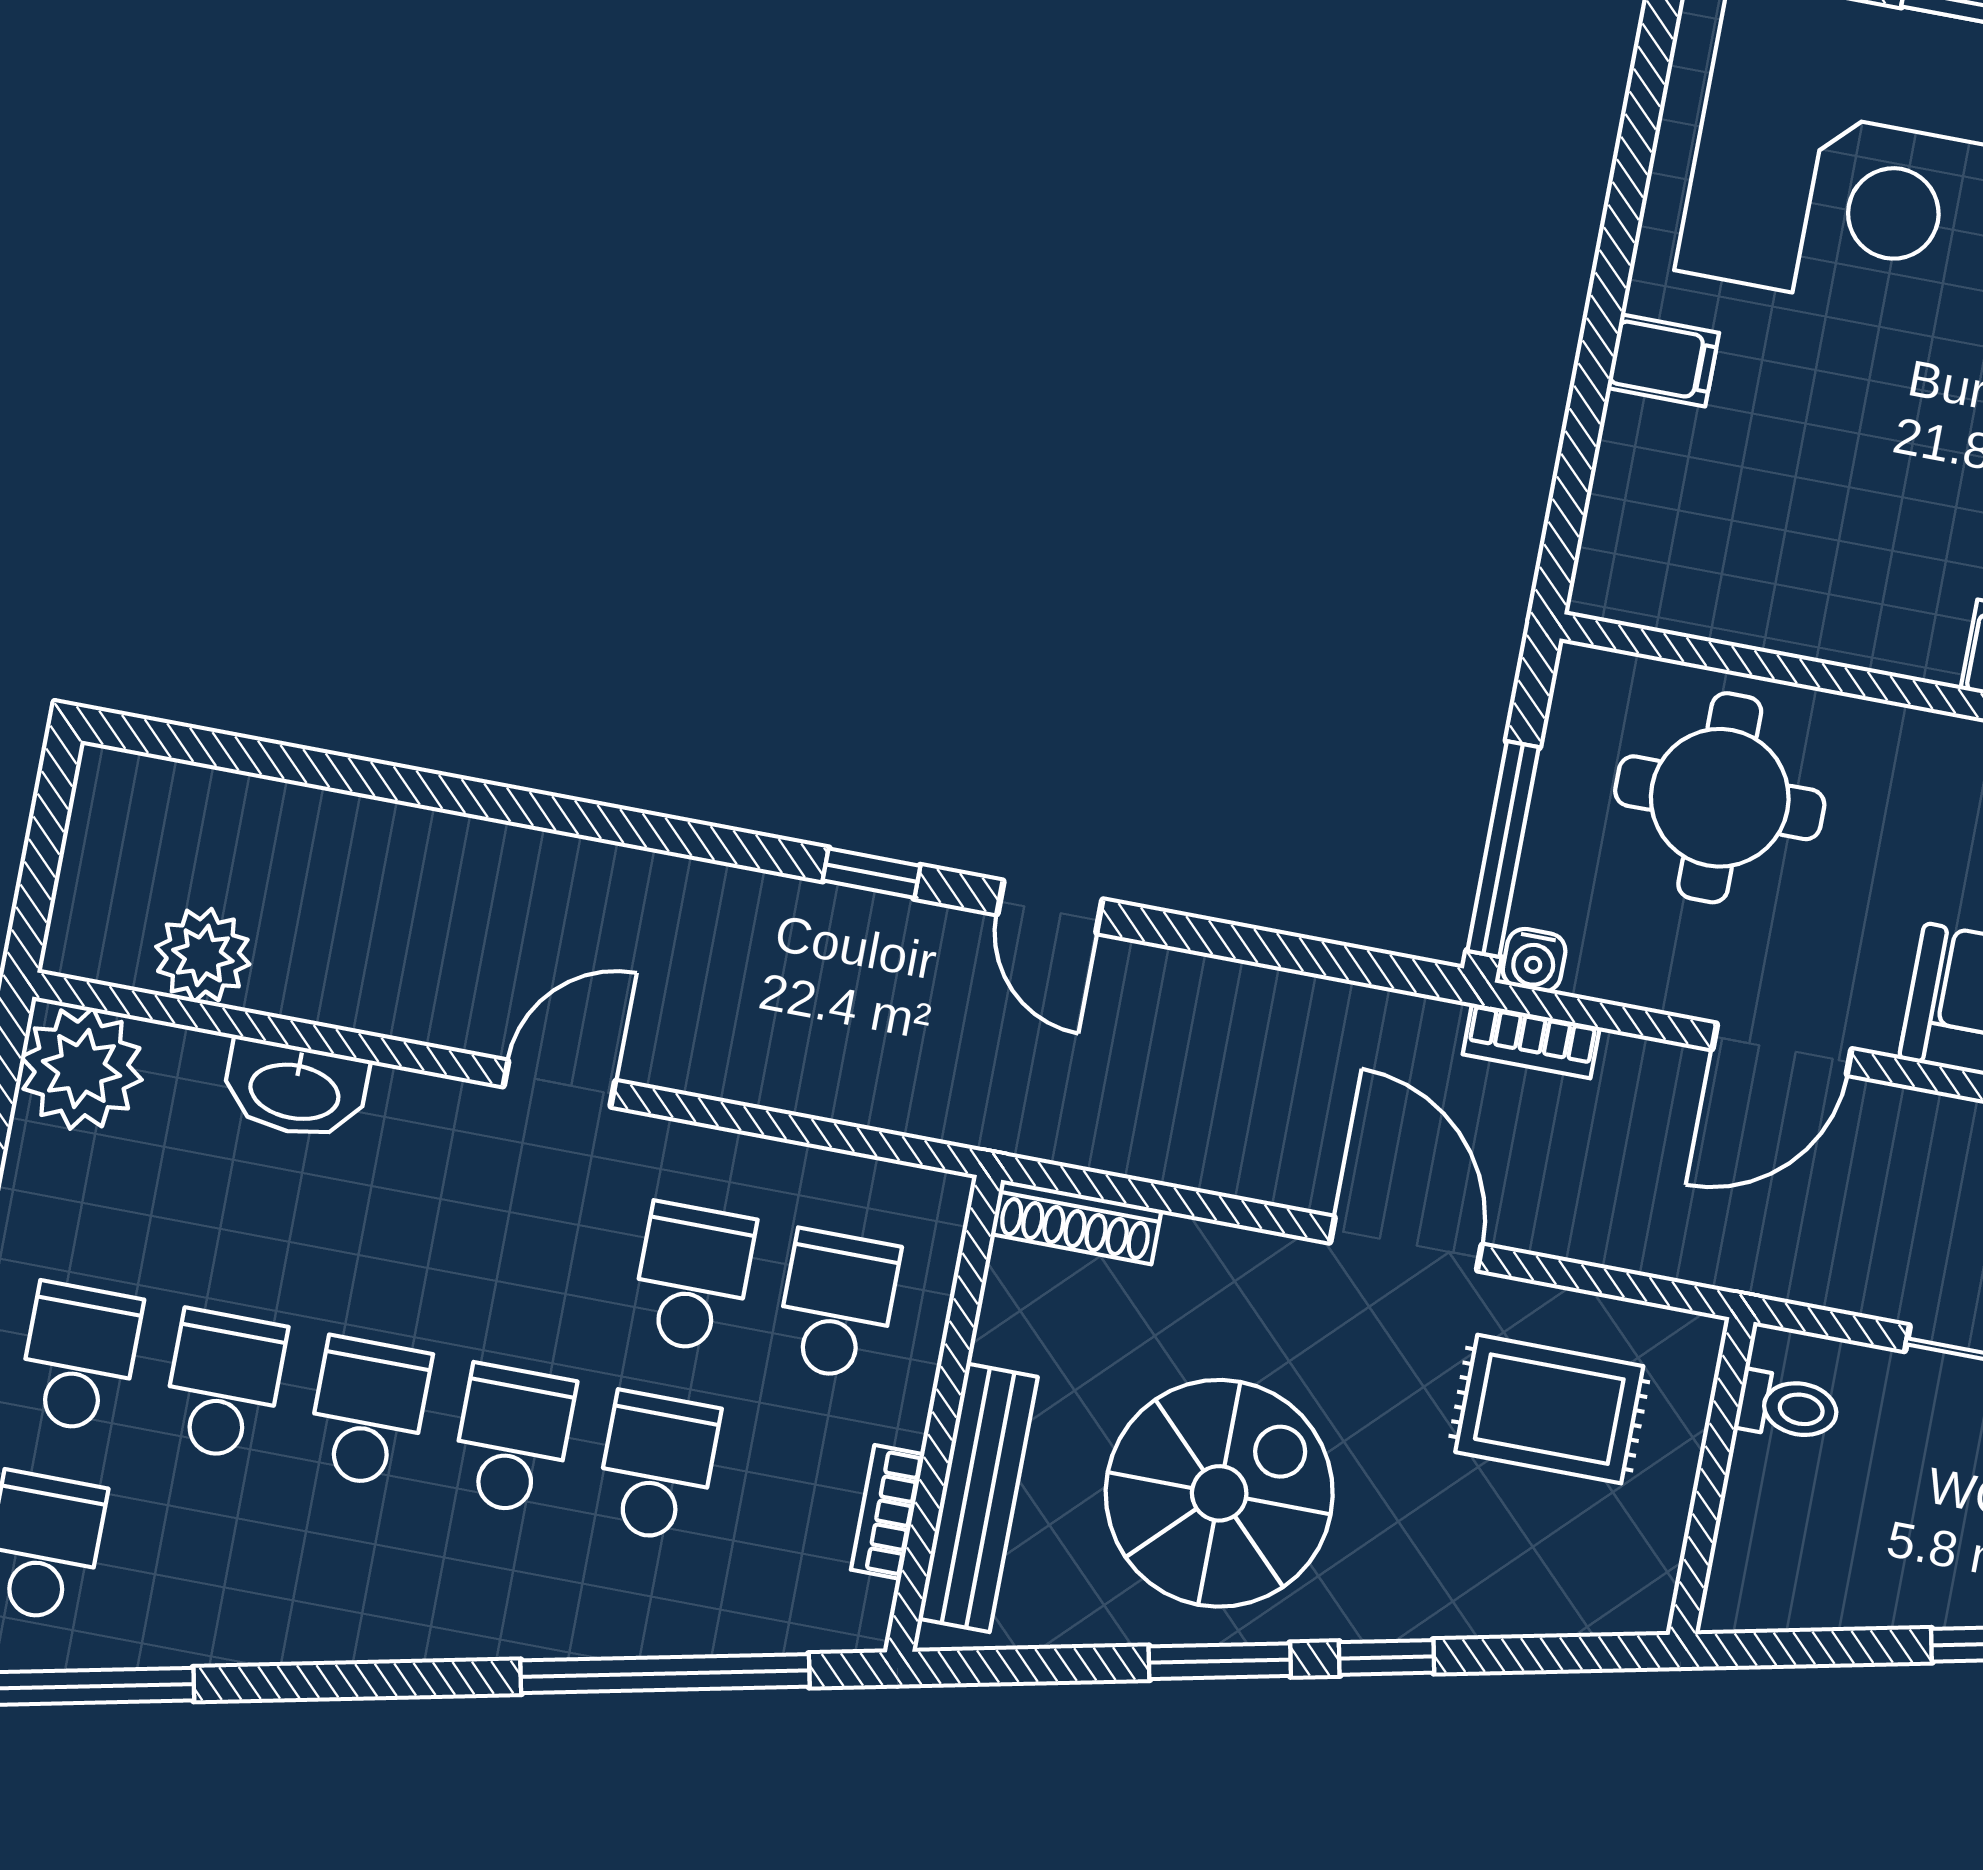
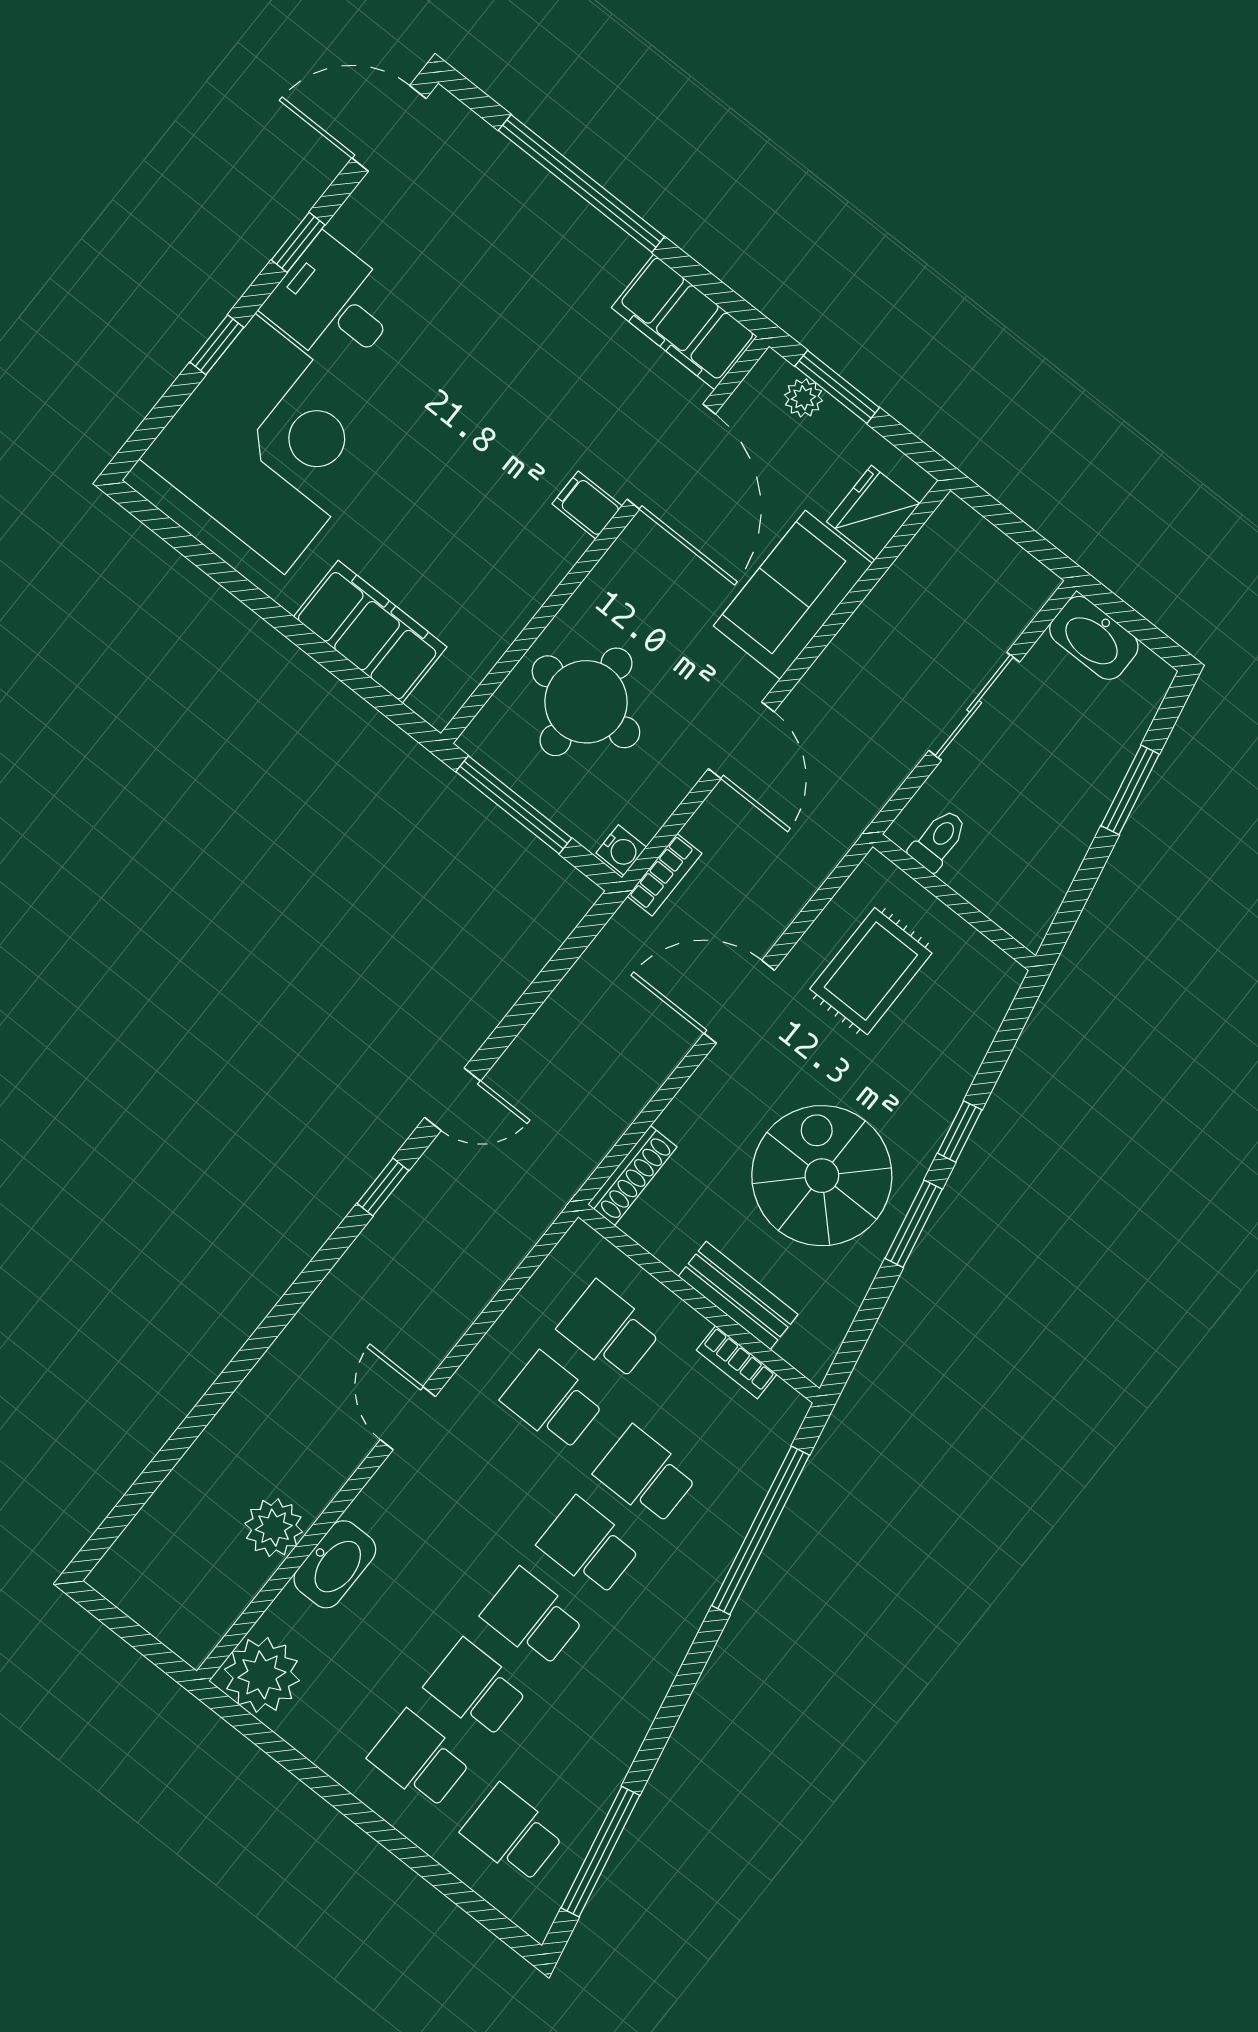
filing cabinet: (1663, 360) -> (370, 632), width x3.00, depth x1.17
window: (1503, 849) -> (514, 805), moved
plant: (203, 955) -> (274, 1528), moved
bench: (978, 1498) -> (738, 1295), width x0.73

